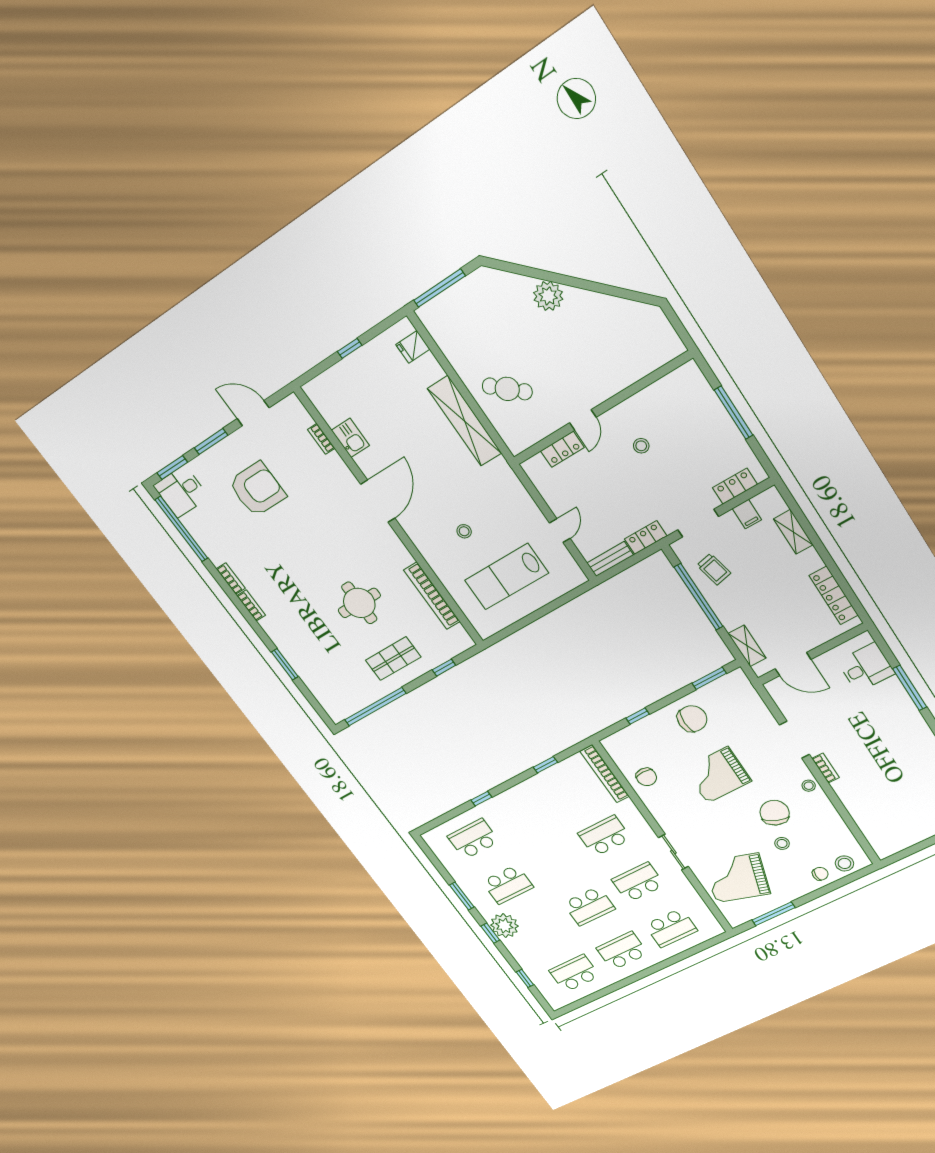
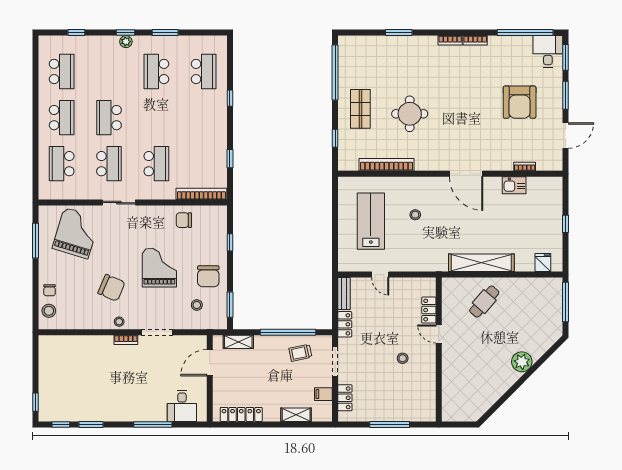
stool: (782, 843) -> (197, 305), moved
plant: (504, 926) -> (126, 42), width x0.53, depth x0.53

